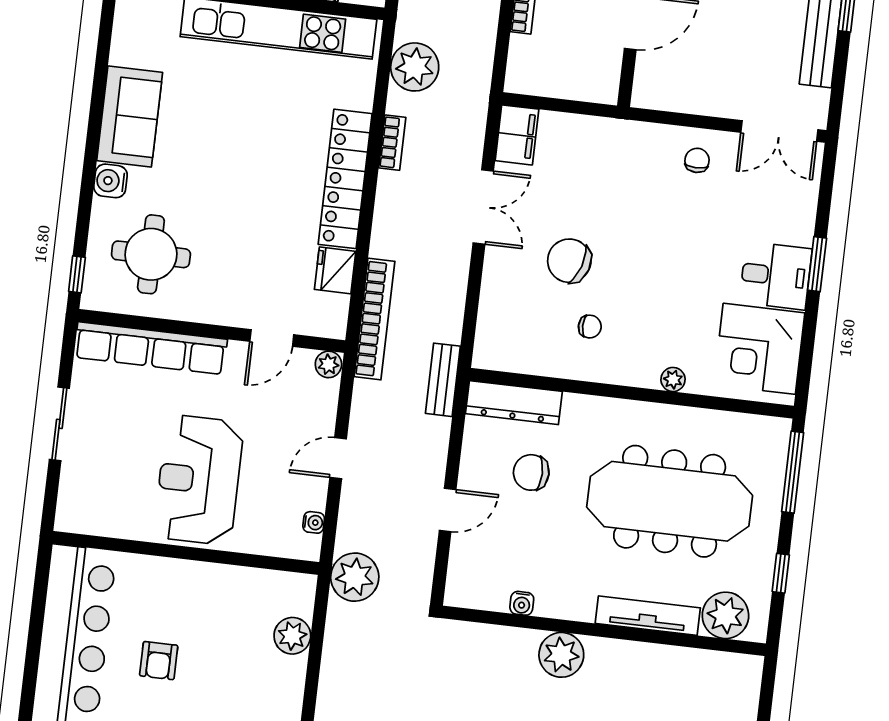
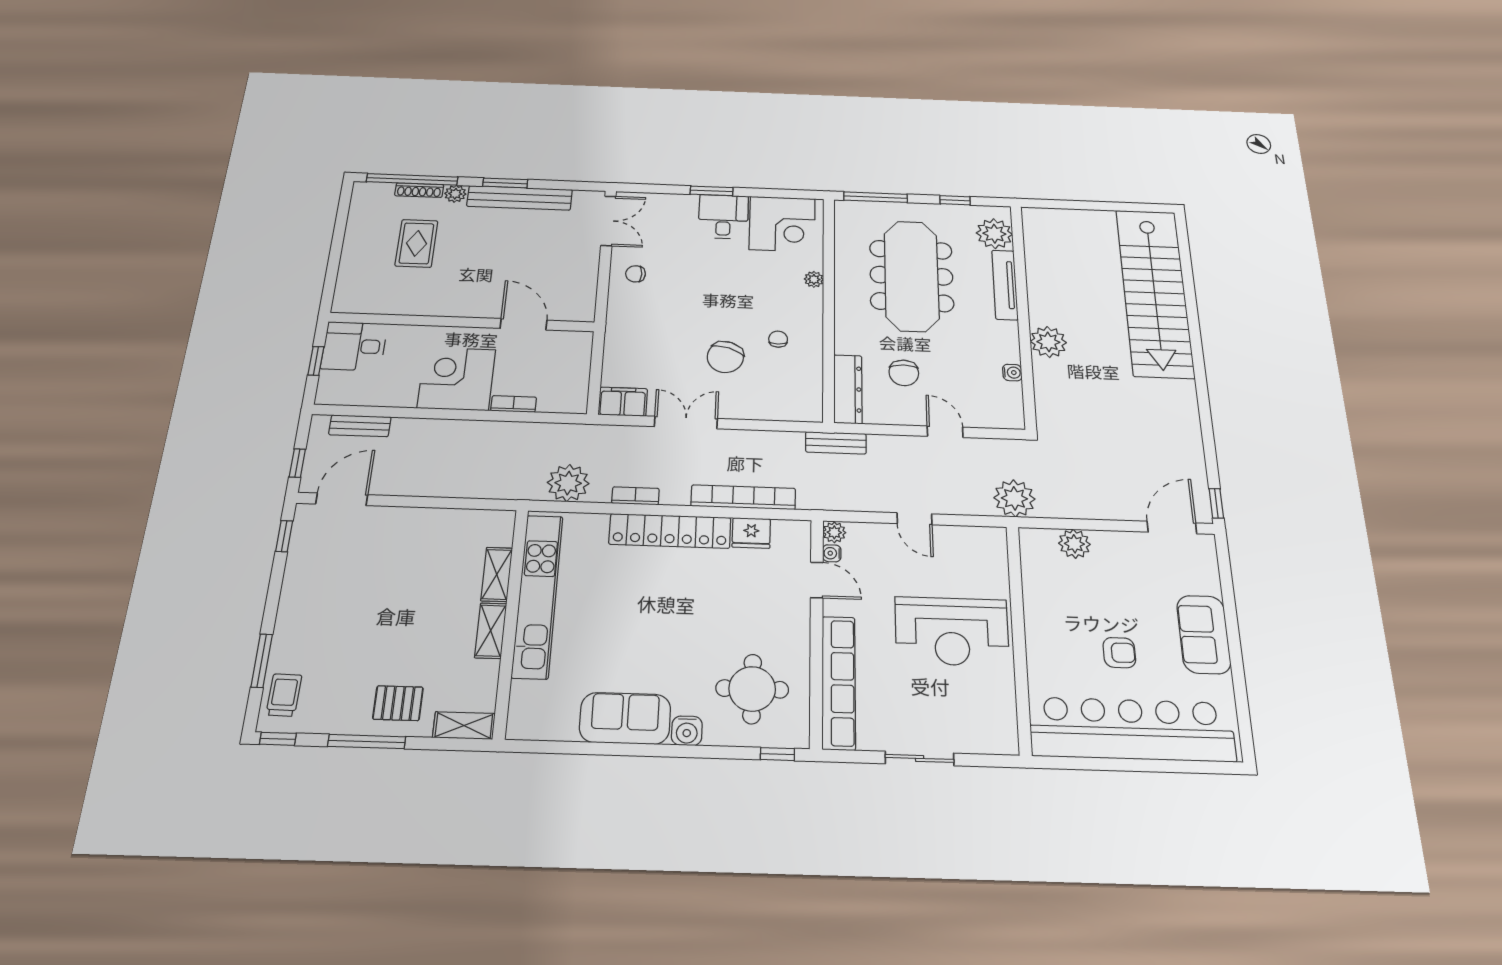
bookcase: (374, 319) -> (743, 497), moved
water cooler: (314, 522) -> (832, 553), moved, turned -90

